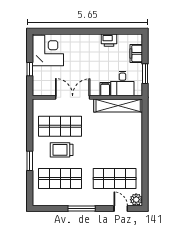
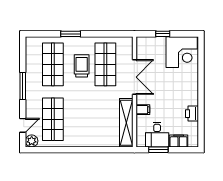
desk: (122, 83) -> (157, 135), moved, turned -90

